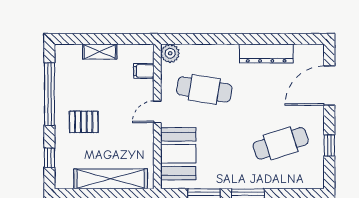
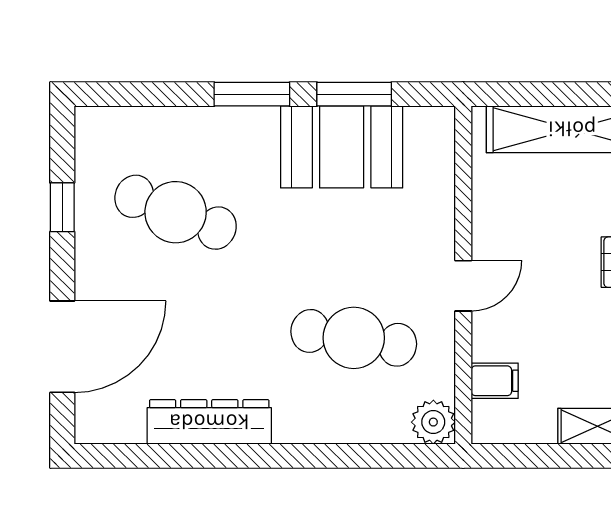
cafe table: (281, 143) -> (176, 212), turned 39
booth: (178, 154) -> (342, 147), moved, turned 90

